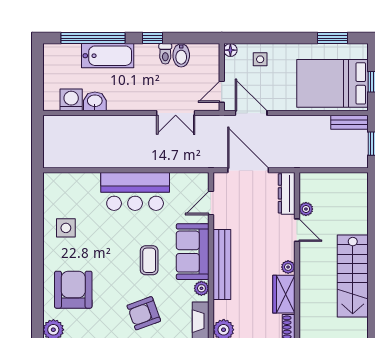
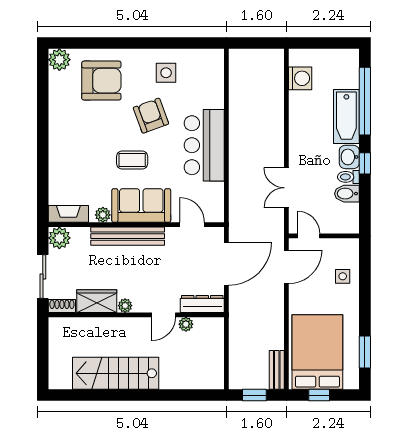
floor lamp: (230, 50) -> (352, 245), removed
washbasin: (95, 101) -> (349, 157), moved, turned 180
armchair: (144, 313) -> (151, 116), moved

